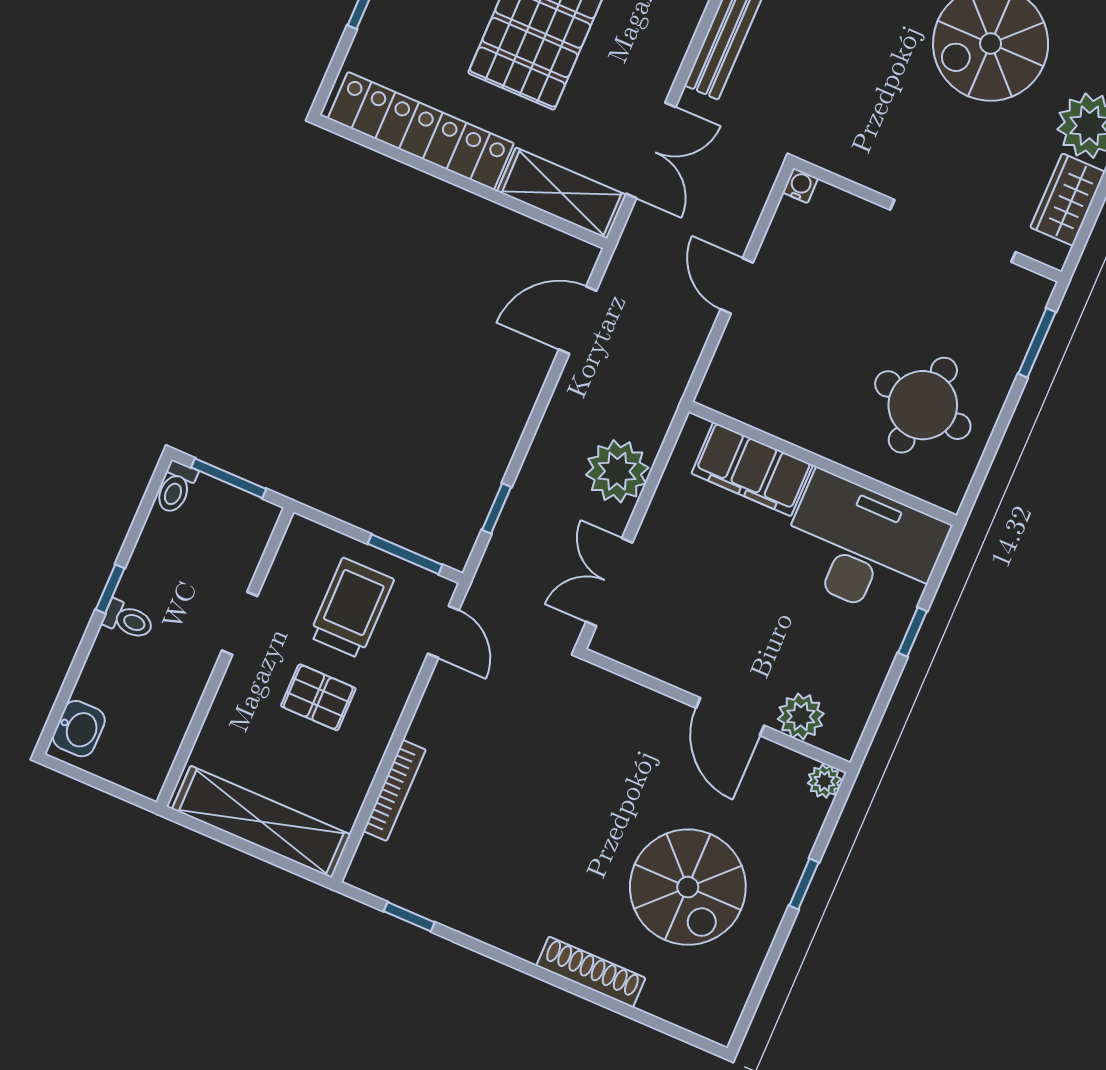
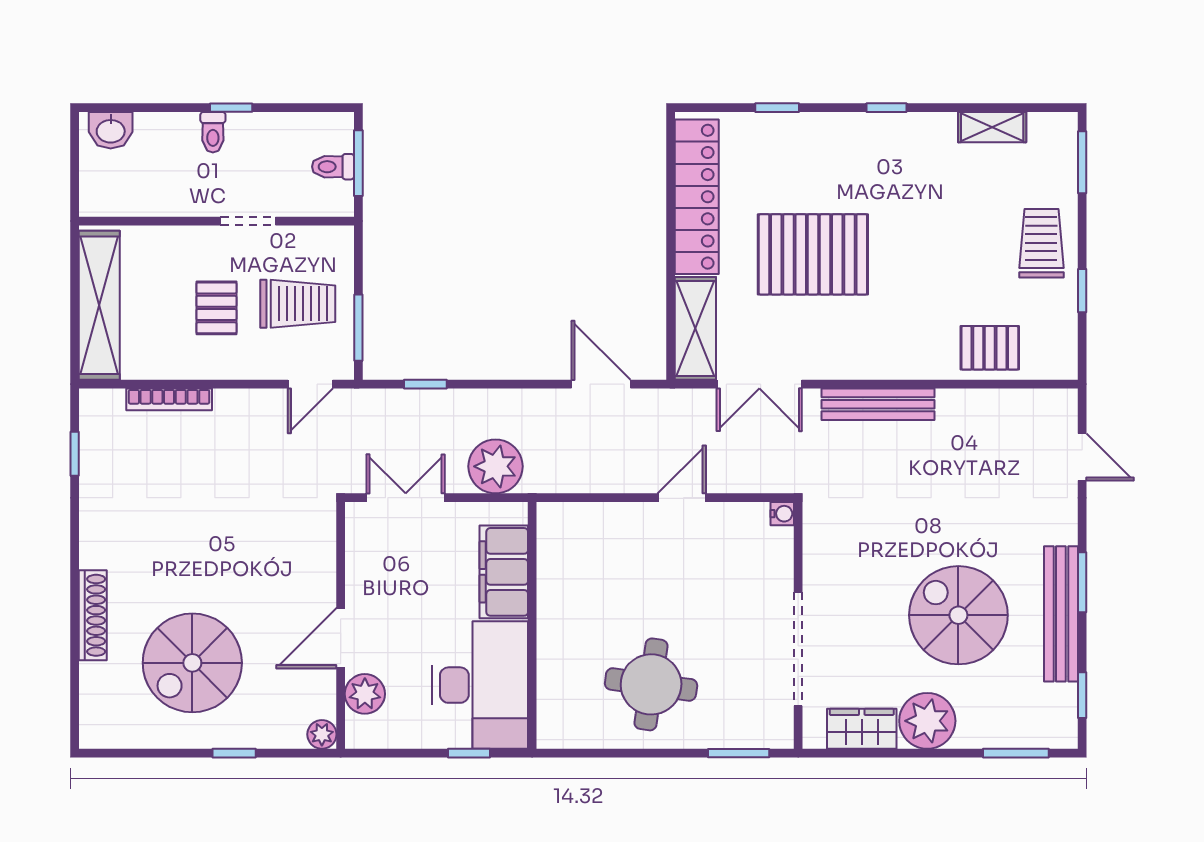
wall: (823, 463) -> (532, 625), moved
filing cabinet: (752, 469) -> (504, 572), moved
toilet: (176, 488) -> (333, 167), moved
desk: (863, 547) -> (480, 685), moved

